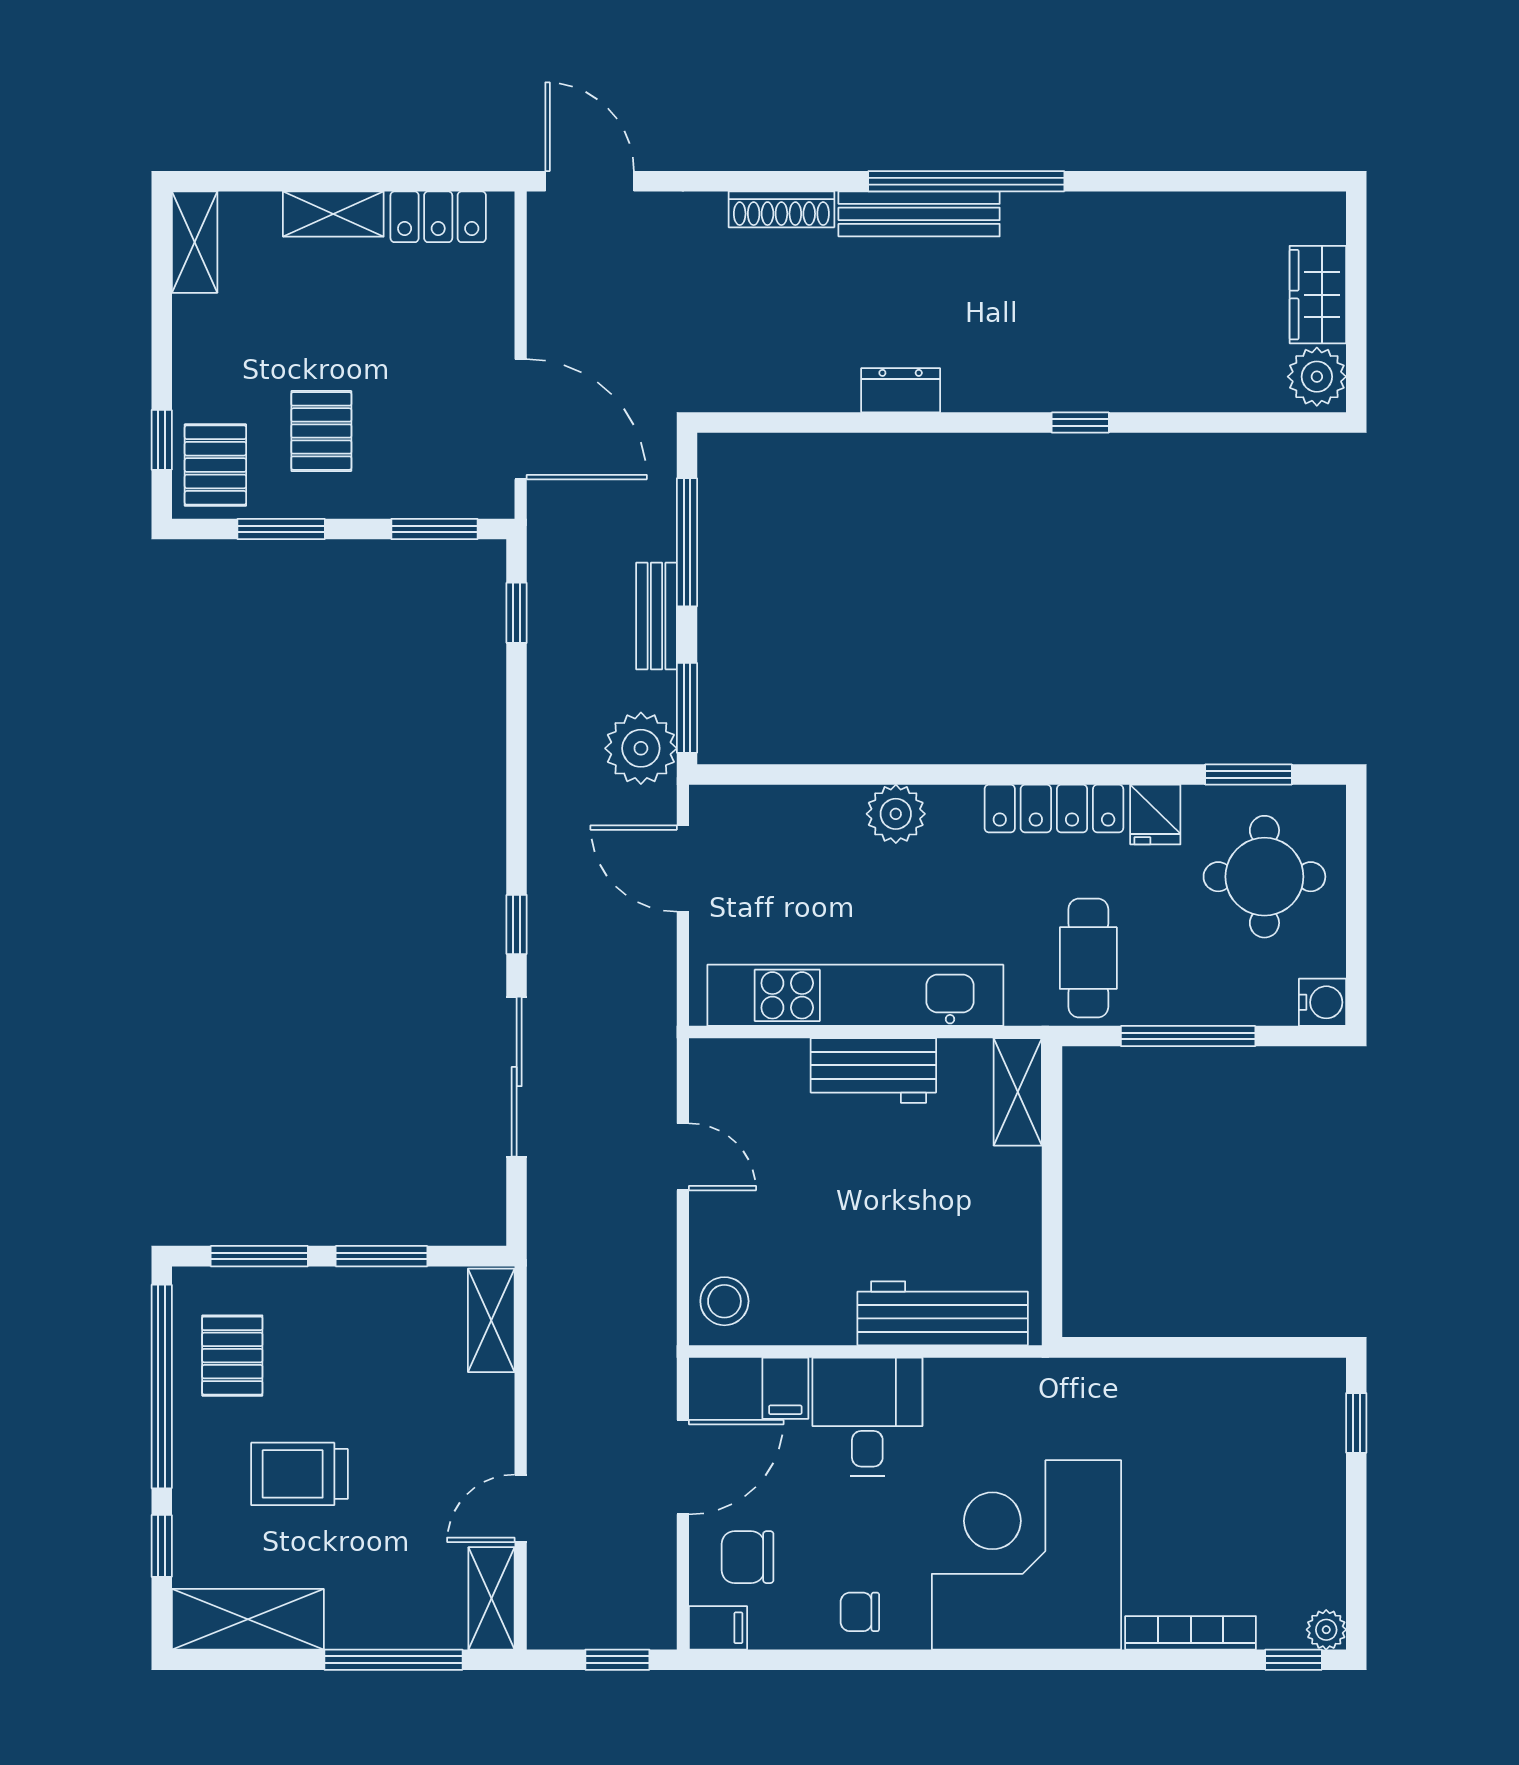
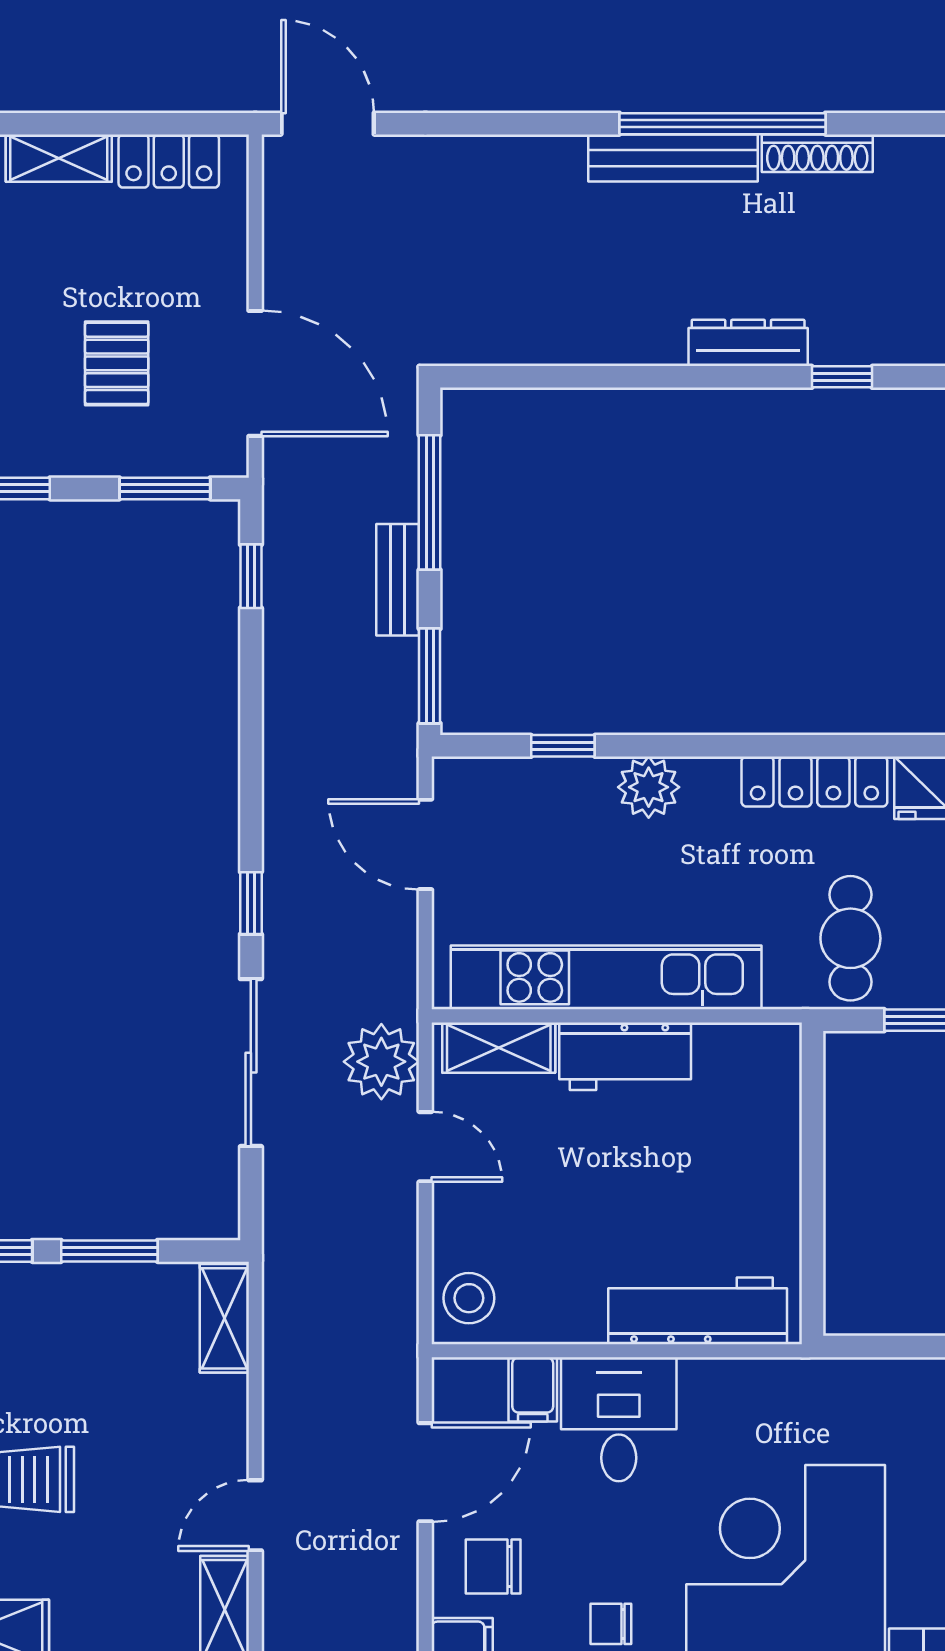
shoe rack: (781, 209) -> (817, 153), moved
dresser: (901, 390) -> (748, 343), moved, width x1.44
pallet: (321, 431) -> (117, 363), moved
plant: (641, 748) -> (381, 1062), moved
window: (814, 774) -> (563, 746), added
shelving: (1018, 1092) -> (499, 1048), moved, turned 90

